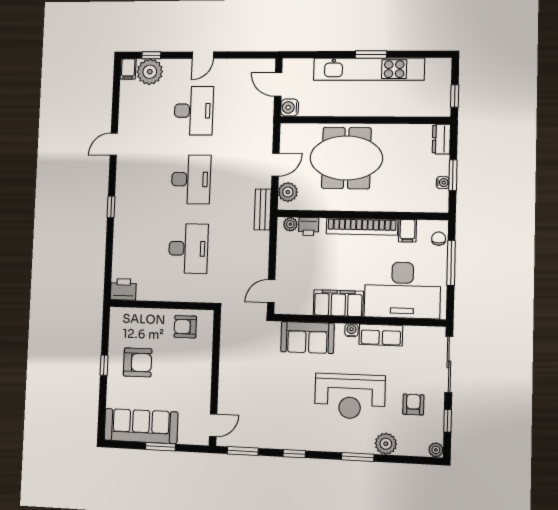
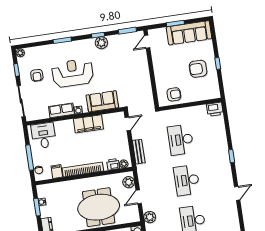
plant: (263, 128) -> (150, 217), added
bench: (263, 209) -> (139, 152), moved
desk: (402, 290) -> (44, 136), width x0.53, depth x0.77
plant: (386, 444) -> (101, 43), moved

